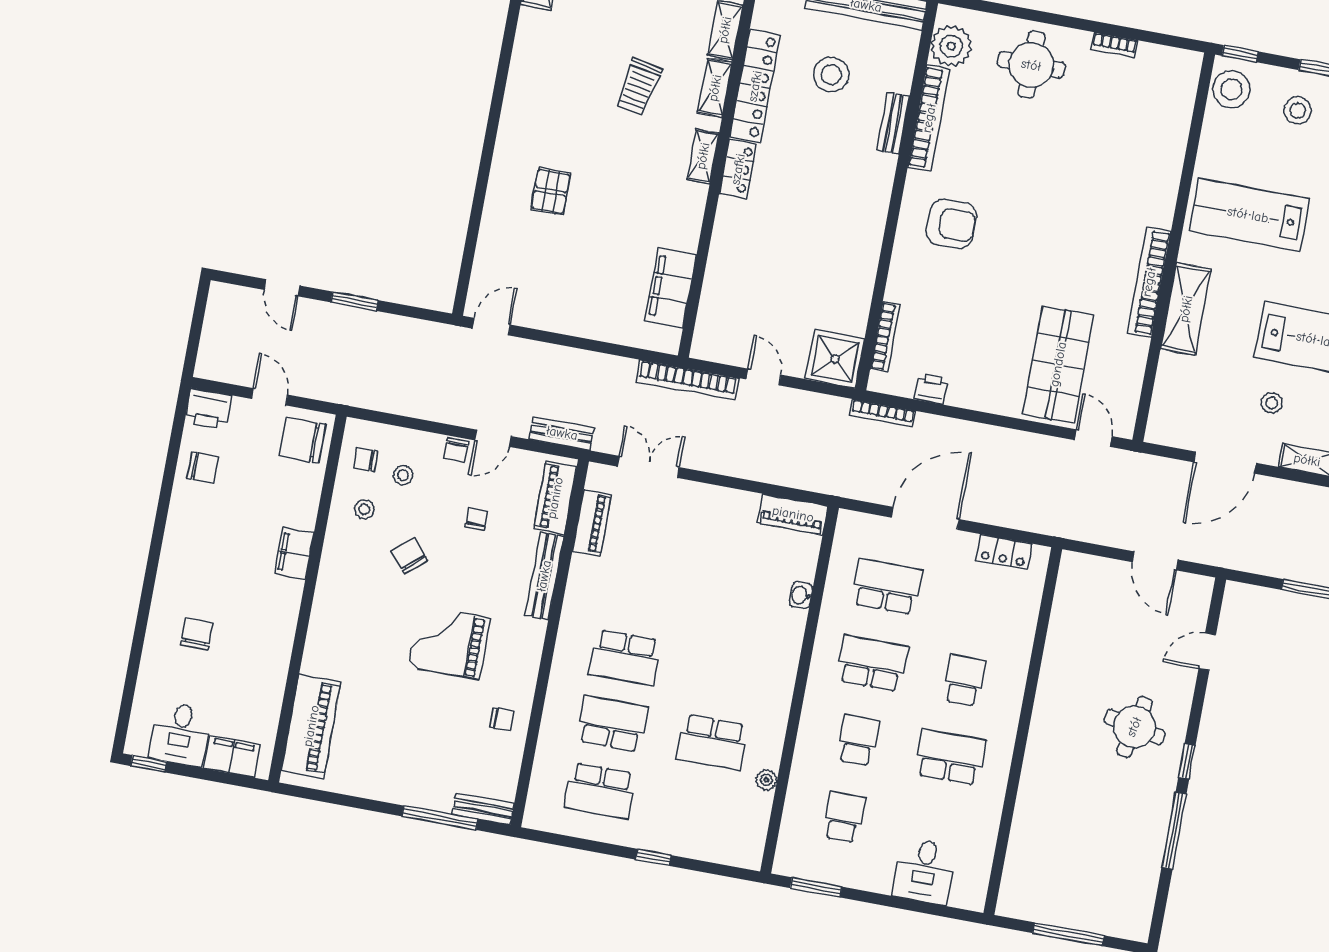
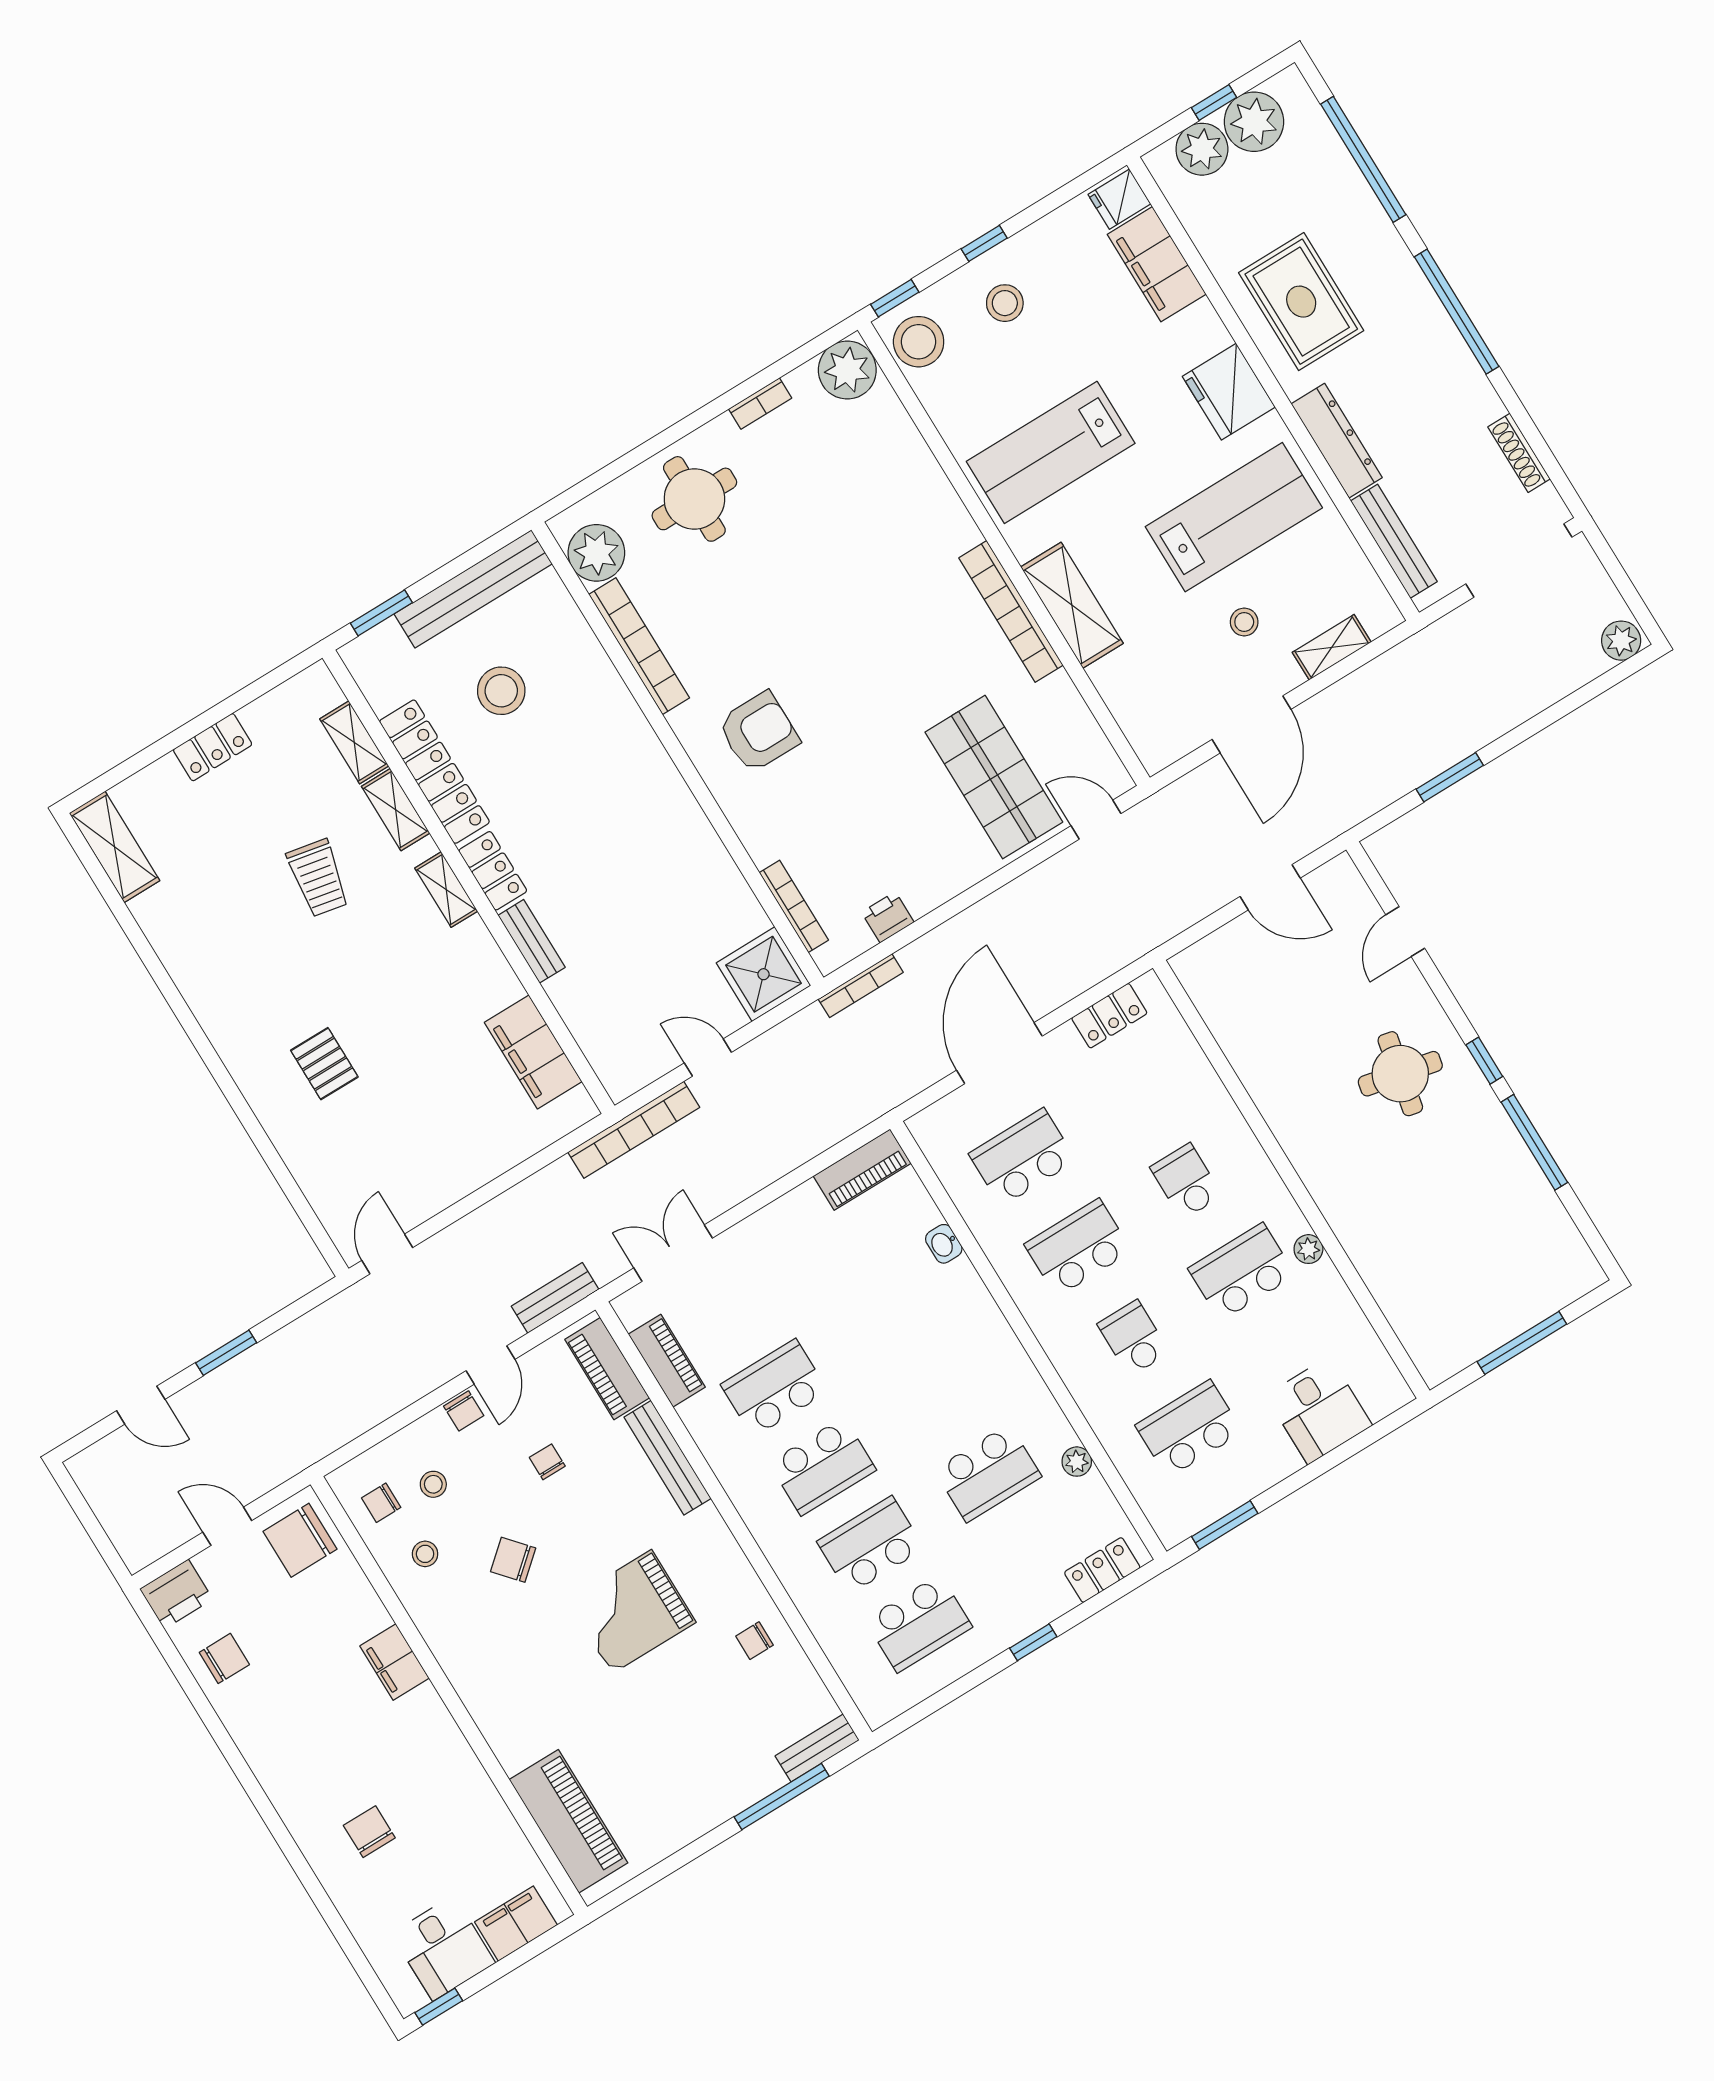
plant: (1179, 70) -> (847, 370), added
bench: (893, 123) -> (532, 941), moved
school desk: (637, 591) -> (774, 1388), added
chair: (502, 719) -> (754, 1641), turned 180
plant: (998, 778) -> (1308, 1249), added
school desk: (844, 817) -> (1189, 1429), width x1.85
locker: (727, 852) -> (1102, 1570), added

